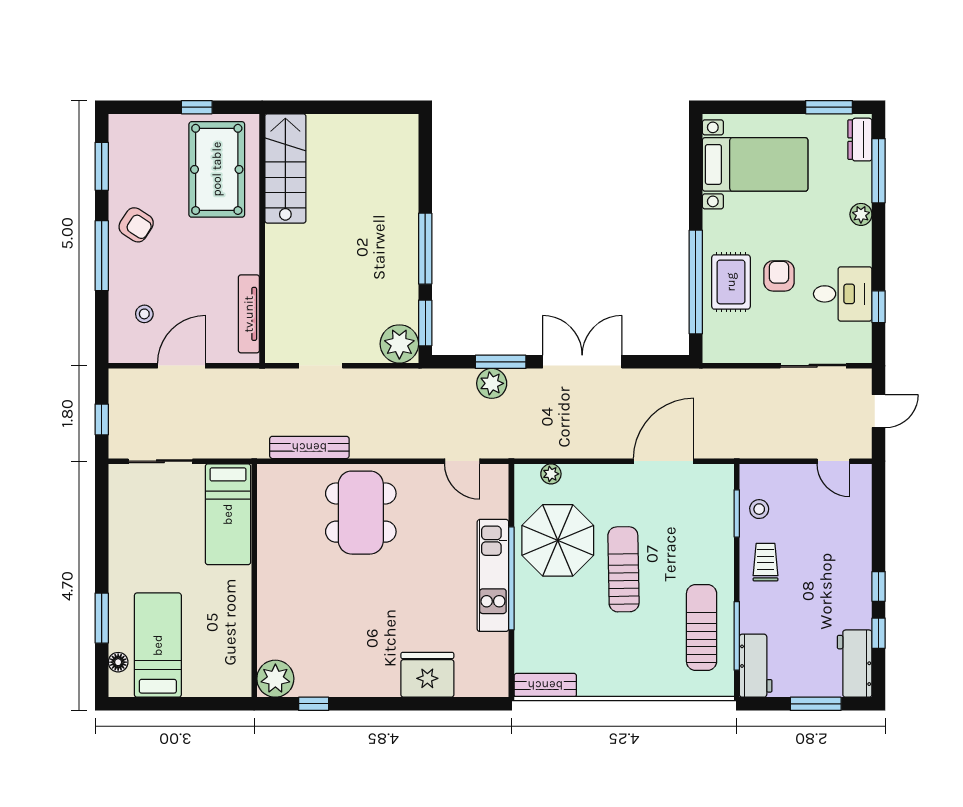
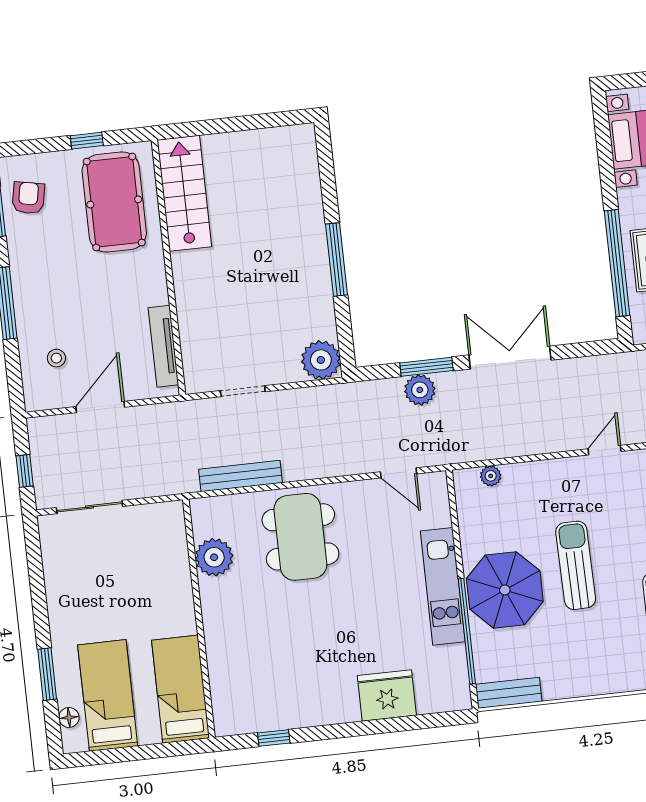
armchair: (136, 225) -> (28, 198), moved, turned -112
window: (425, 323) -> (345, 336), removed
door: (664, 461) -> (605, 450), width x0.53
bed: (228, 514) -> (180, 689), moved, turned 180
parasol: (558, 540) -> (505, 590), moved
window: (511, 578) -> (467, 631), moved
plant: (275, 679) -> (214, 557), moved

